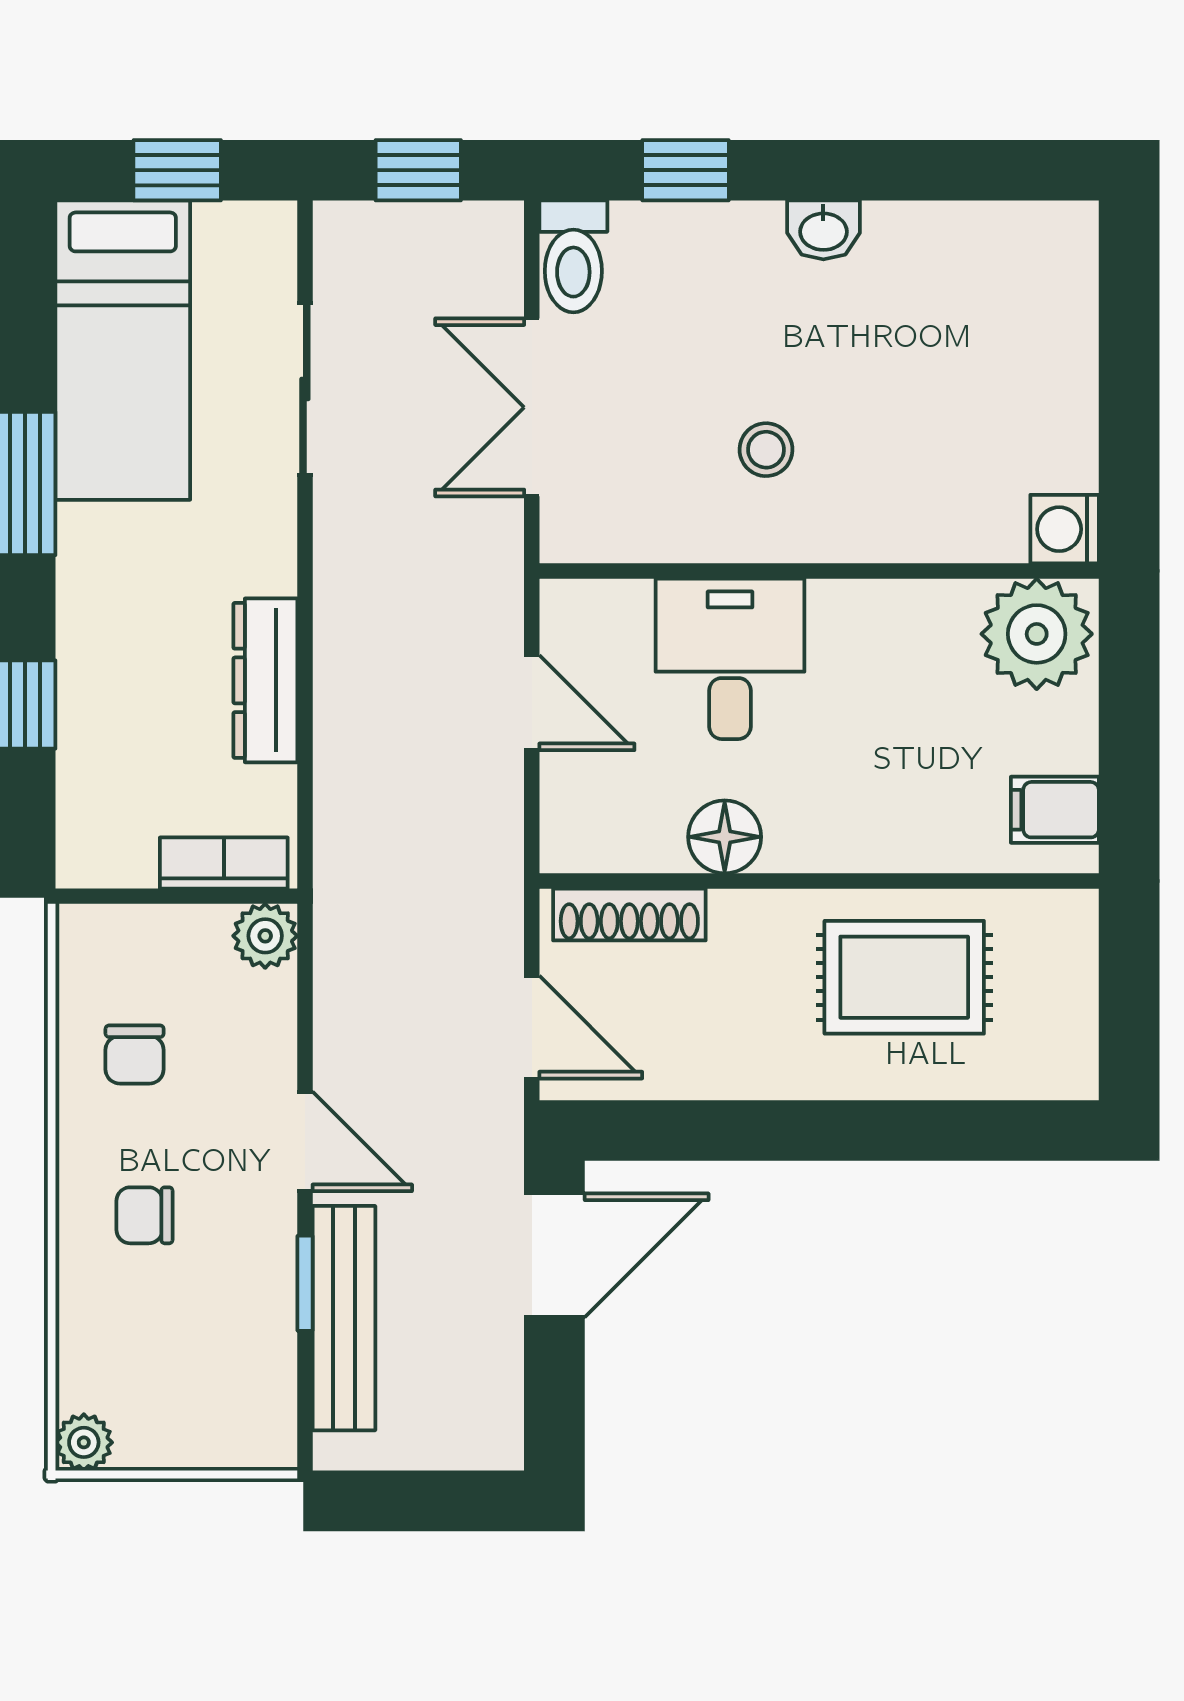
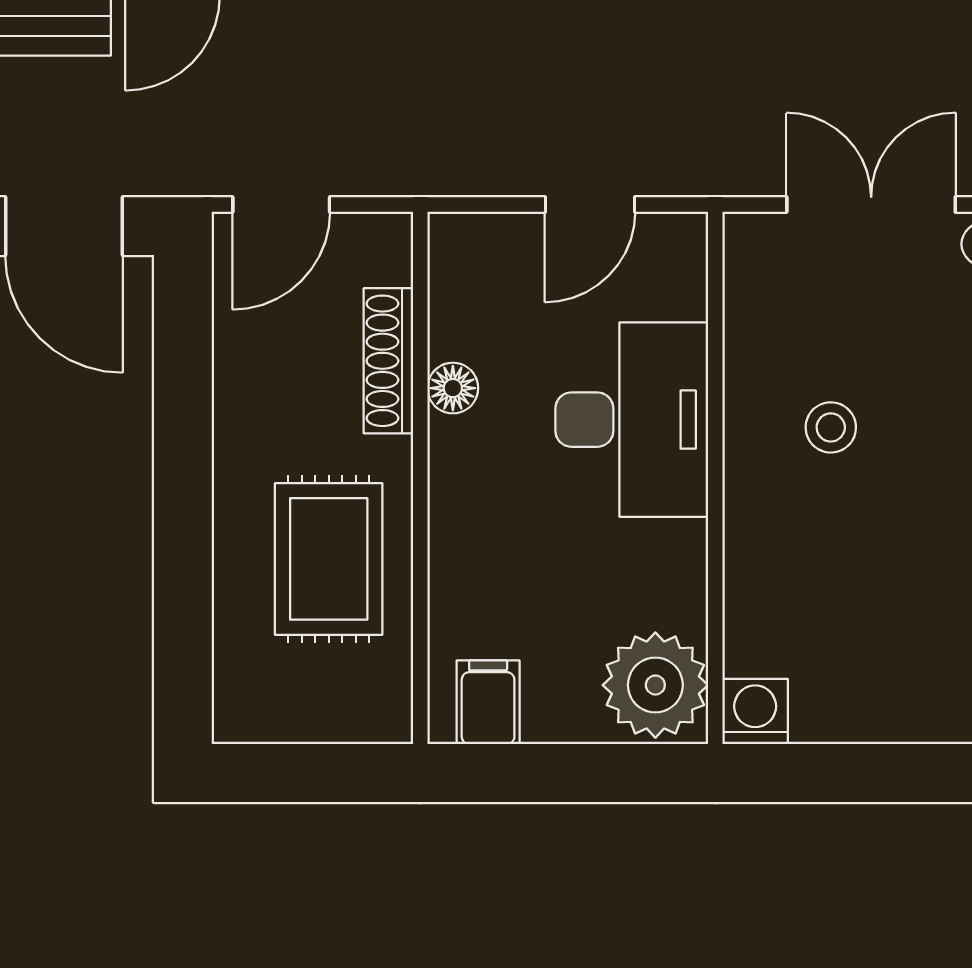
desk: (730, 659) -> (632, 420), width x1.37
floor lamp: (725, 837) -> (453, 388), width x0.73, depth x0.73
shoe rack: (629, 914) -> (388, 361), moved

